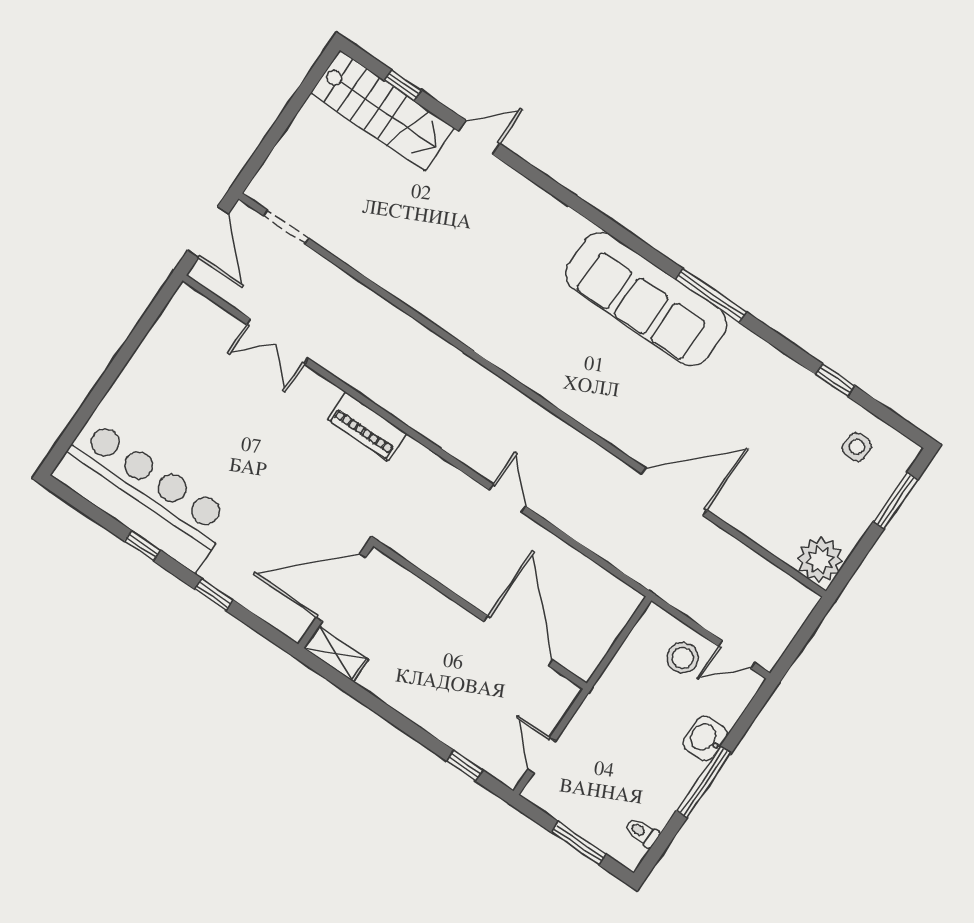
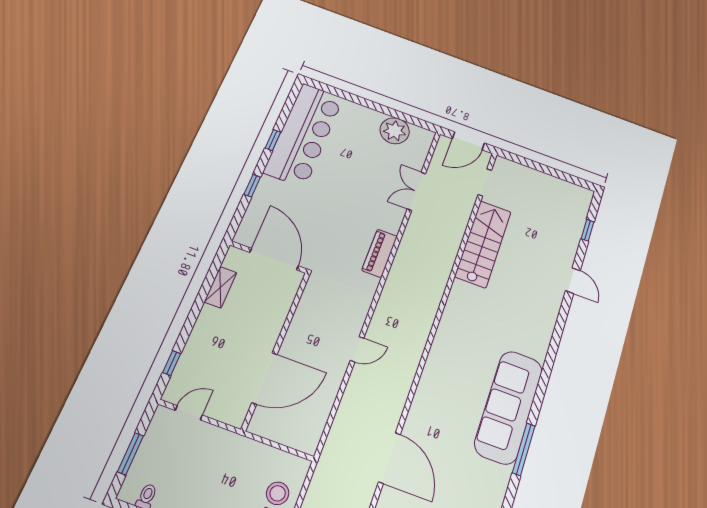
stairs: (383, 111) -> (483, 244), moved, turned 180
plant: (166, 348) -> (395, 131), added
shelving: (336, 654) -> (220, 287), moved

